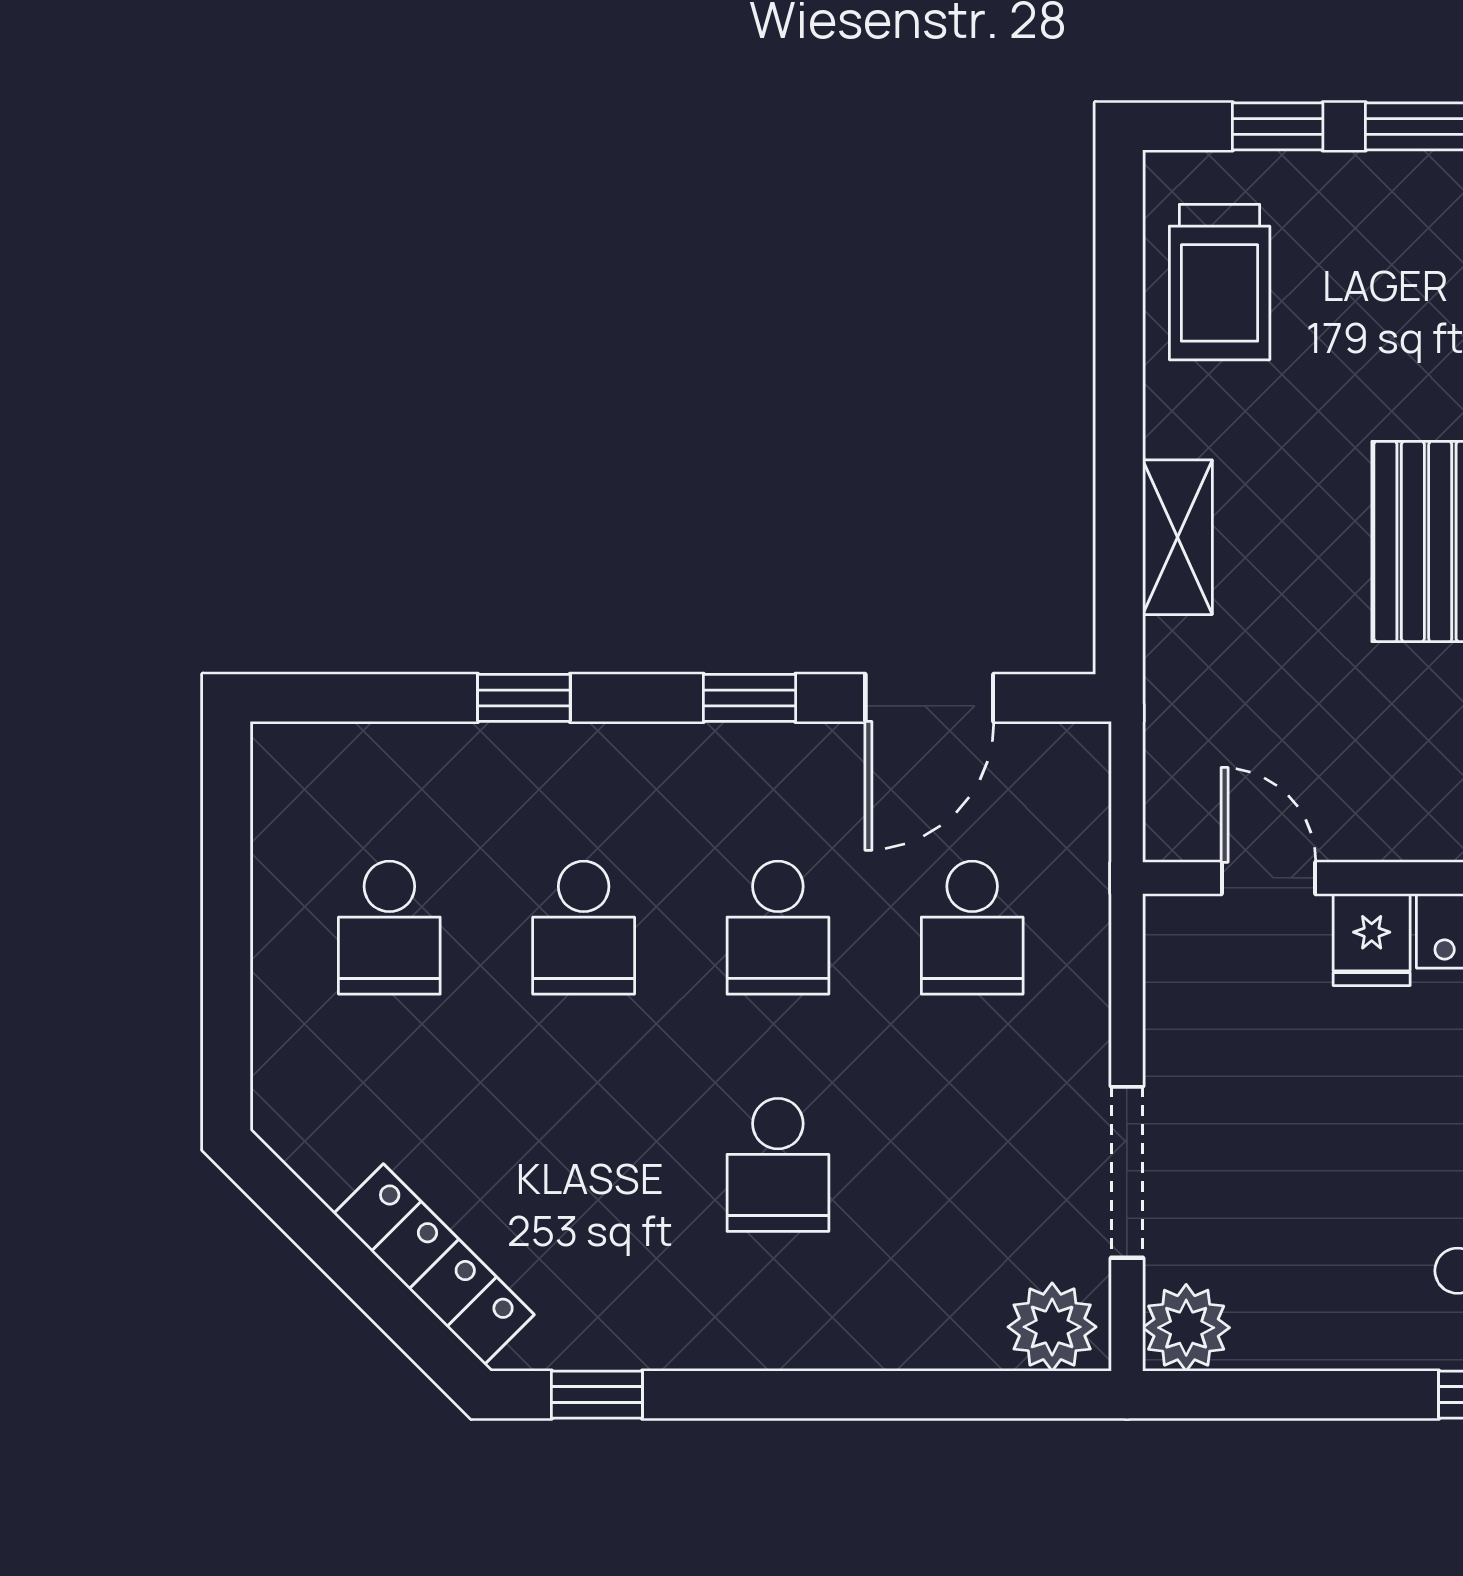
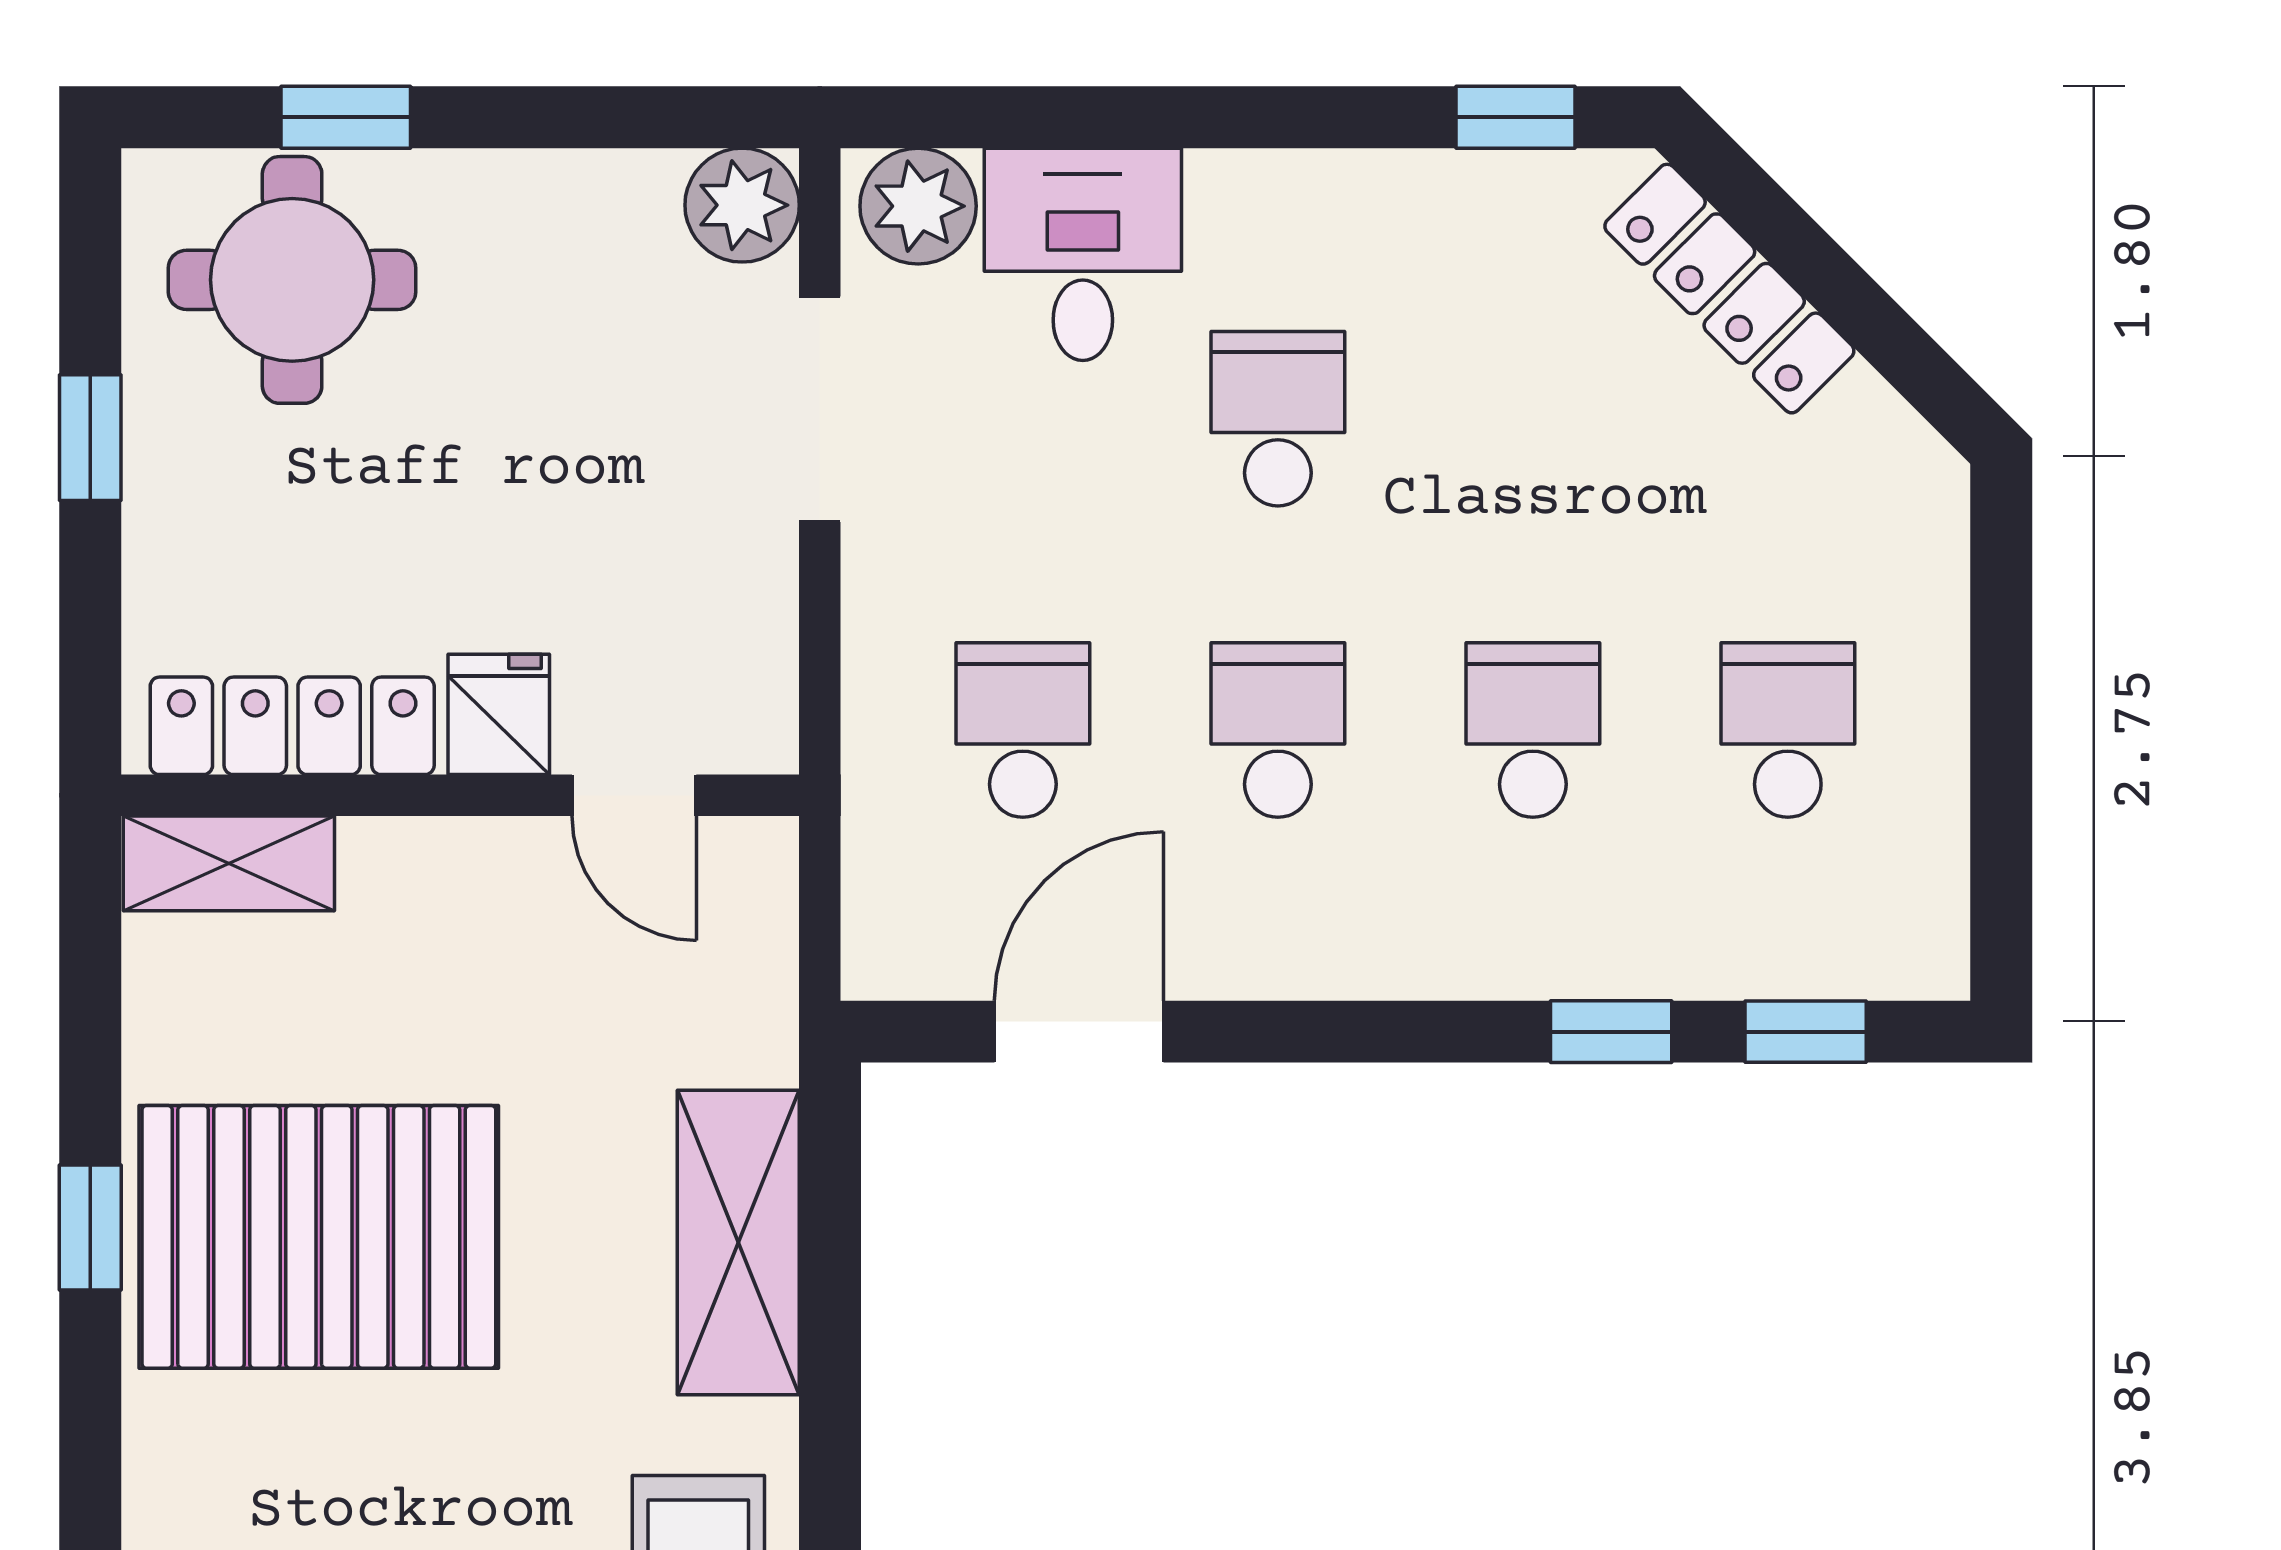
shelving: (1177, 537) -> (738, 1243), width x1.50, depth x1.33
window: (750, 698) -> (1806, 1032), moved
desk: (927, 1290) -> (1083, 254), added

